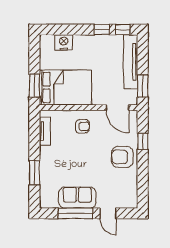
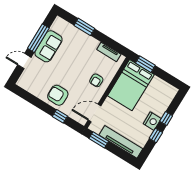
window: (123, 30) -> (166, 119), moved
nightstand: (64, 42) -> (152, 121), moved
armchair: (122, 157) -> (58, 95), turned -90

